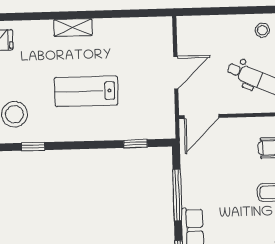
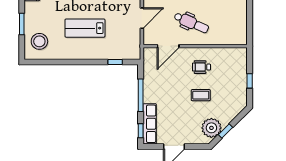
door: (202, 116) -> (168, 46), moved
window: (33, 146) -> (50, 62), removed

